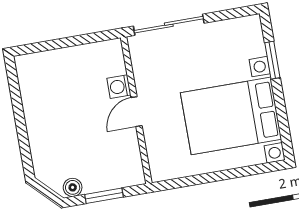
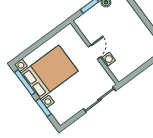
window: (283, 120) -> (25, 82), added

